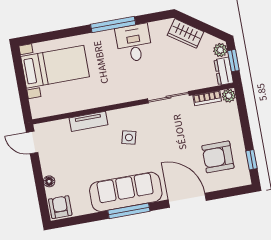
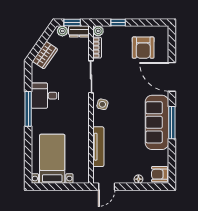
tv unit: (89, 121) -> (98, 147), width x1.41
side table: (129, 137) -> (102, 104), moved
window: (251, 160) -> (118, 22), moved
door: (187, 200) -> (172, 77), hinge flipped

